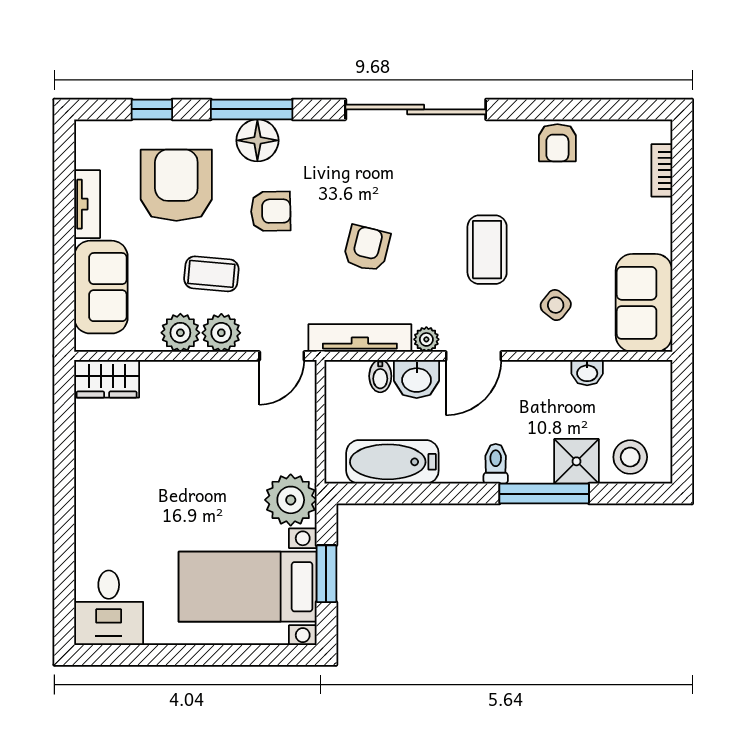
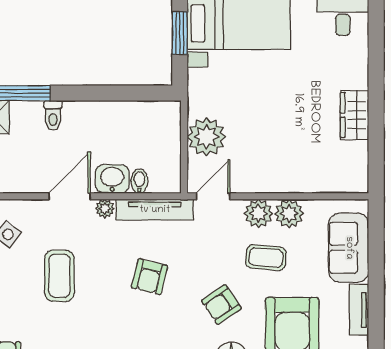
armchair: (271, 211) -> (221, 305), turned -33
wardrobe: (107, 379) -> (355, 115), moved, turned -90
bathtub: (392, 462) -> (130, 117), removed
plant: (291, 500) -> (206, 137), moved

